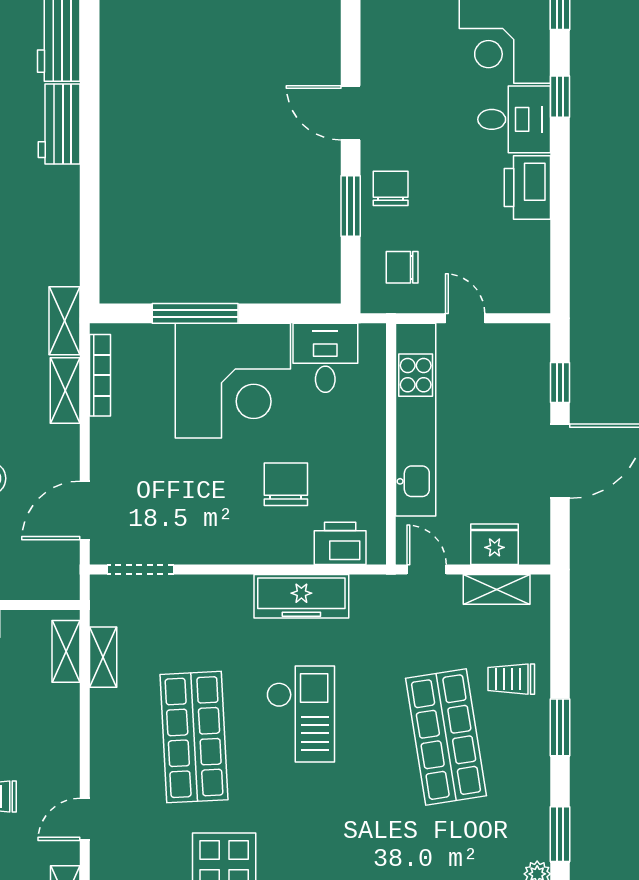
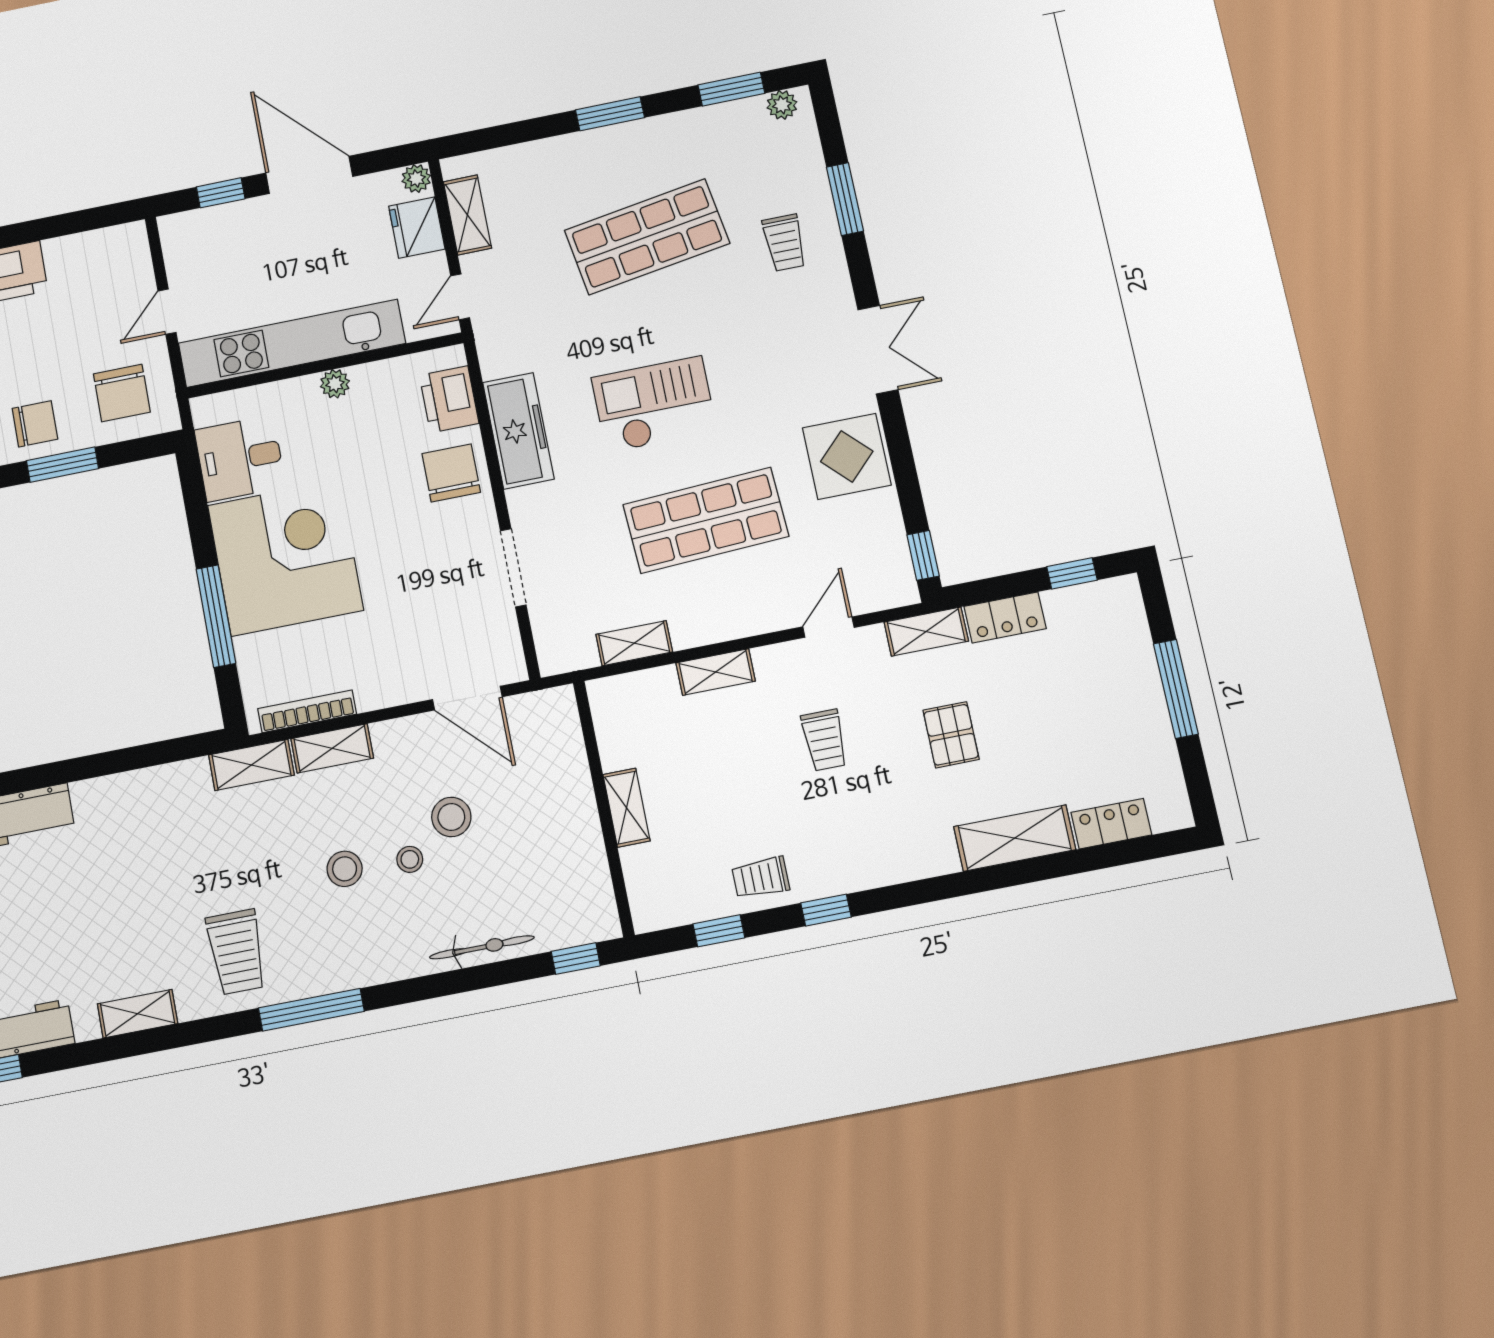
chair: (391, 188) -> (35, 424), turned 180
chair: (402, 267) -> (122, 393), width x1.37, depth x1.37
plant: (373, 450) -> (335, 384), added
chair: (286, 484) -> (451, 473), moved, turned 90
plant: (538, 552) -> (416, 179), added
doorway: (141, 569) -> (513, 568), moved
shelving: (66, 651) -> (716, 672), moved
trolley: (511, 679) -> (784, 243), moved
door: (85, 819) -> (828, 627), swing flipped

